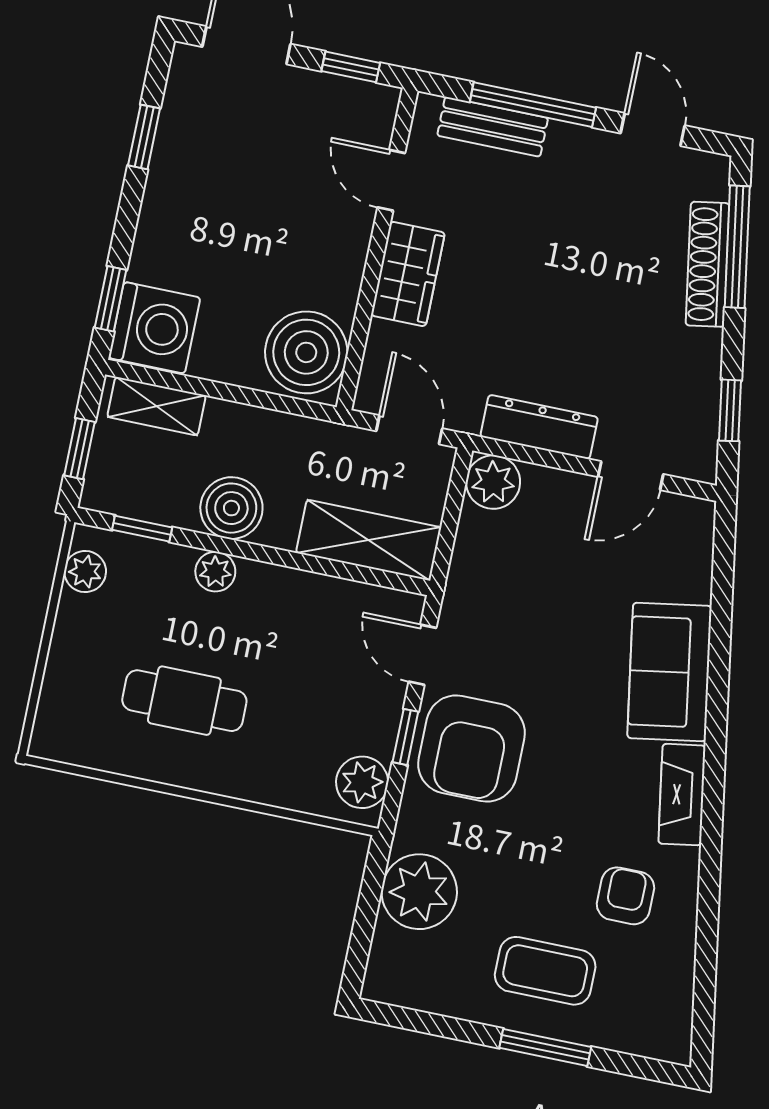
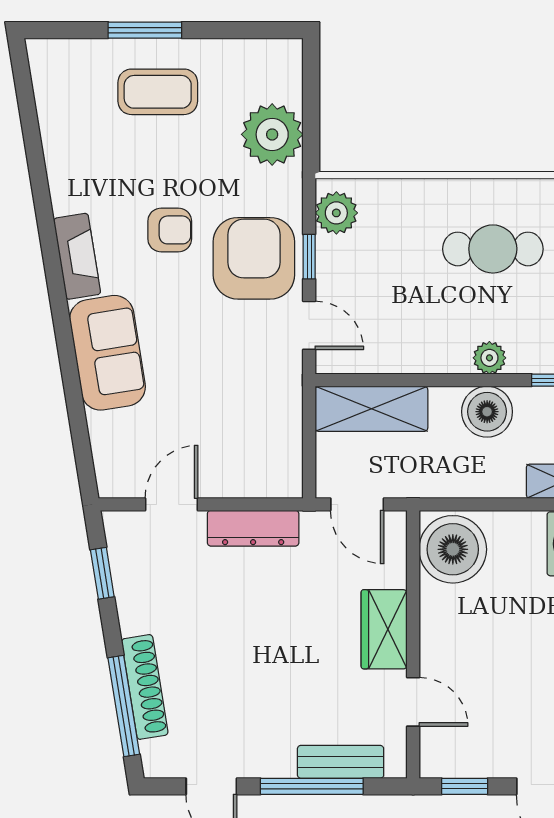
plant: (493, 482) -> (281, 476), removed
armchair: (625, 896) -> (170, 230), moved, turned -90

